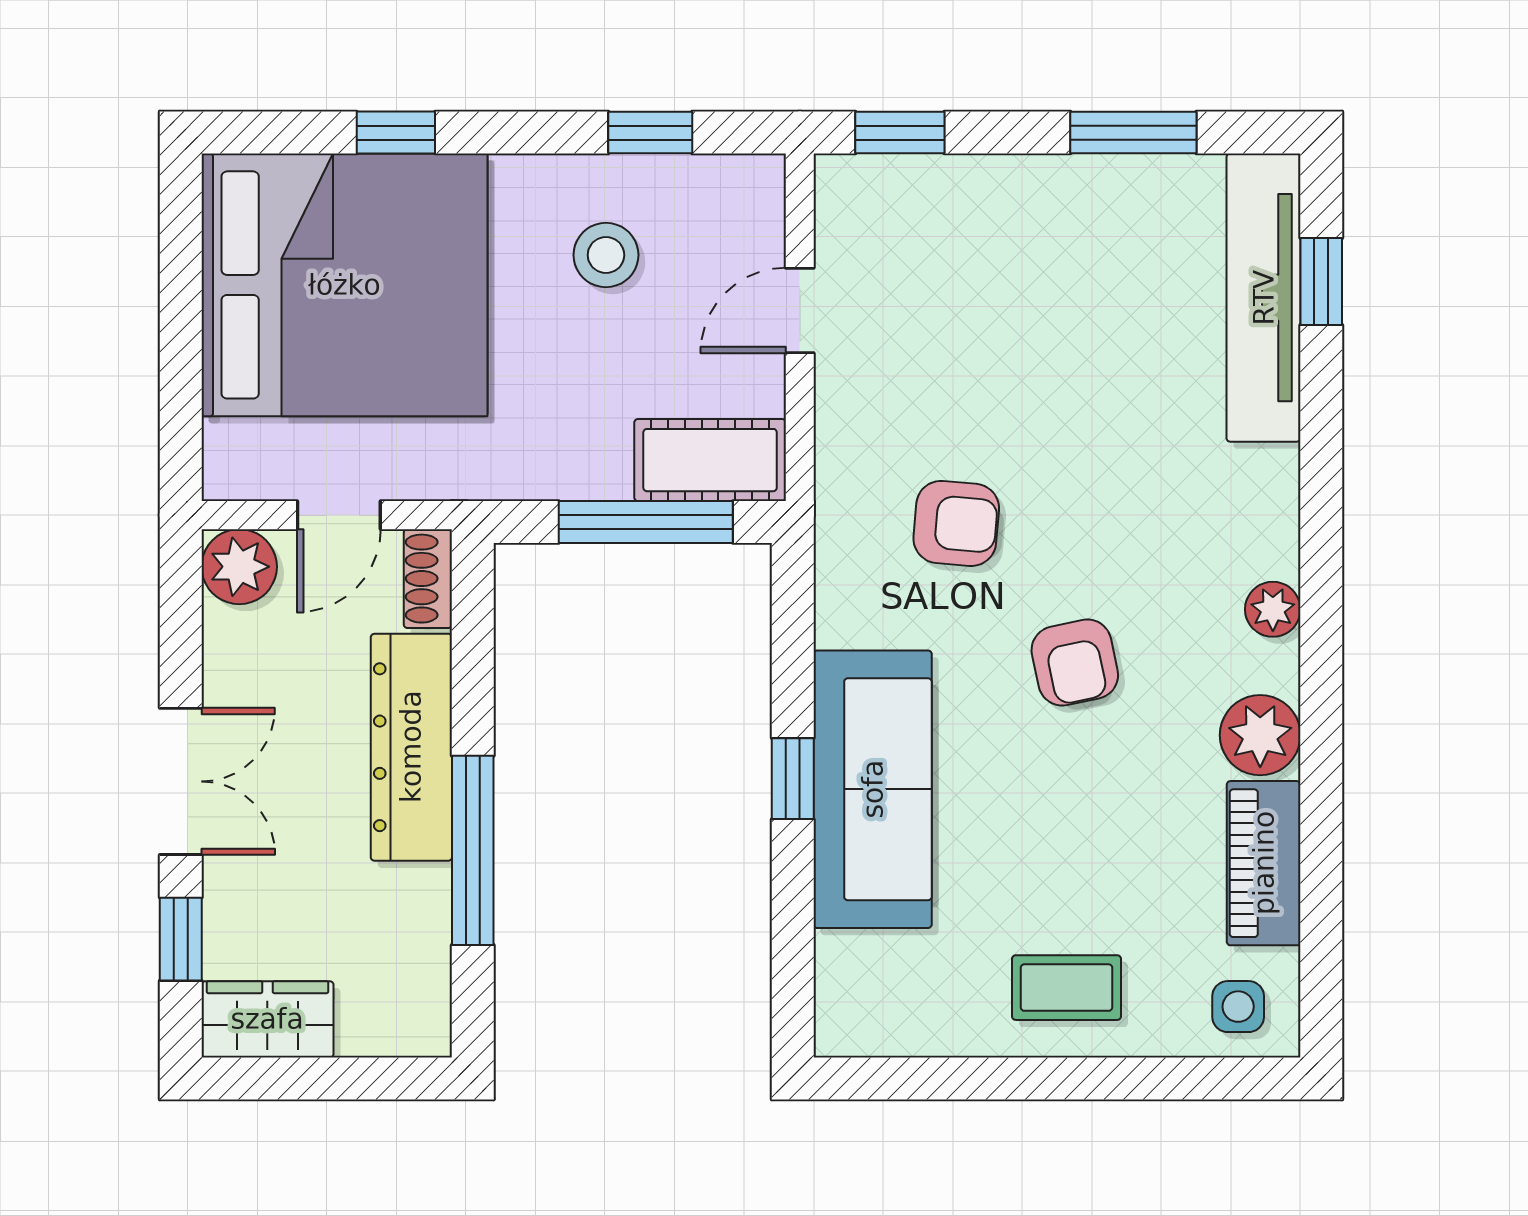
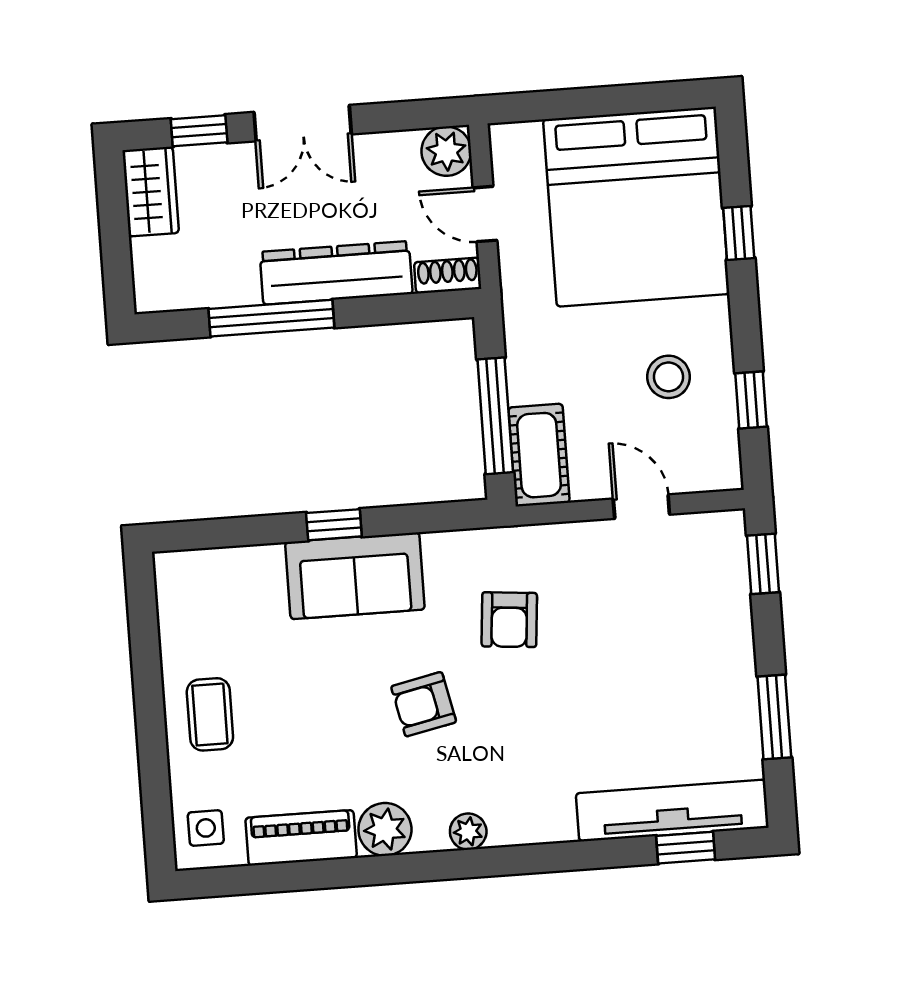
sofa: (873, 789) -> (355, 576), width x0.73

